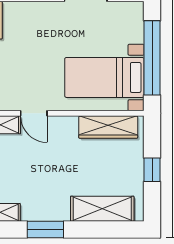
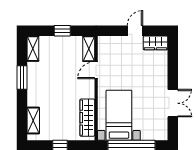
shelving: (102, 209) -> (33, 121), width x0.67, depth x0.75

